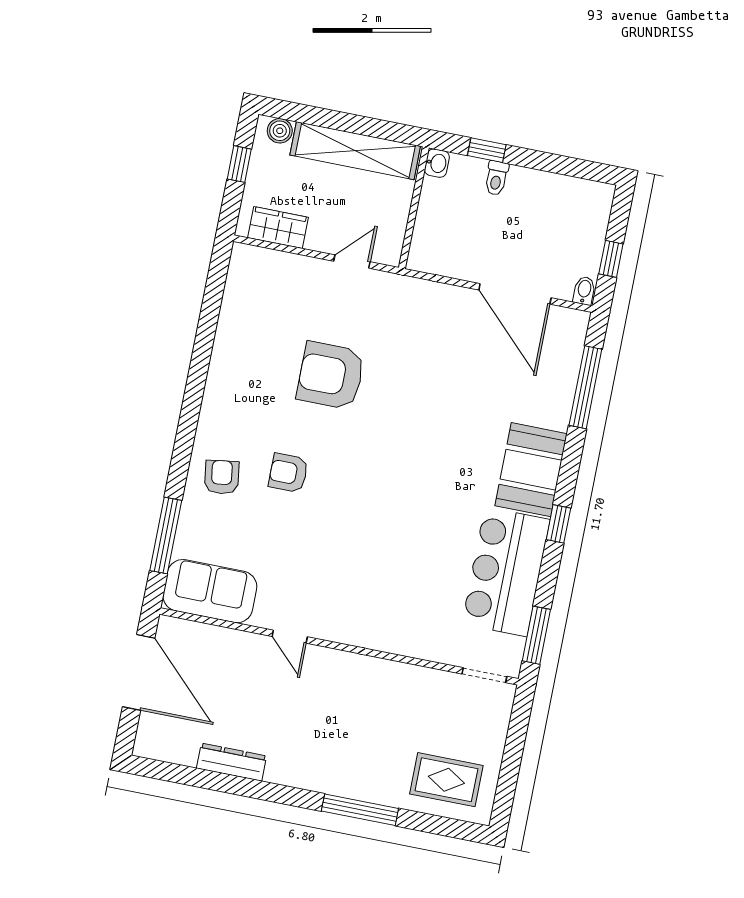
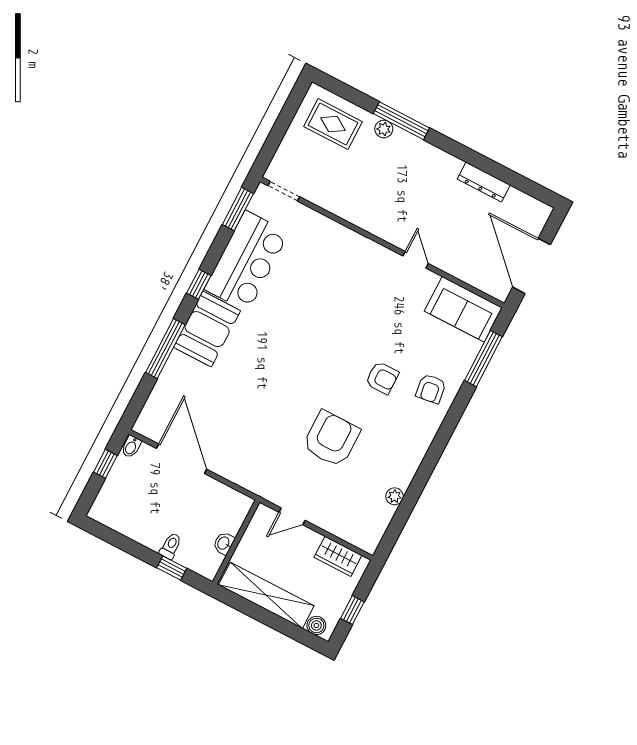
washbasin: (437, 163) -> (224, 543), moved
plant: (228, 326) -> (395, 496), added
armchair: (331, 376) -> (331, 439), turned -90
window: (585, 387) -> (165, 349), moved
plant: (379, 792) -> (384, 129), added

